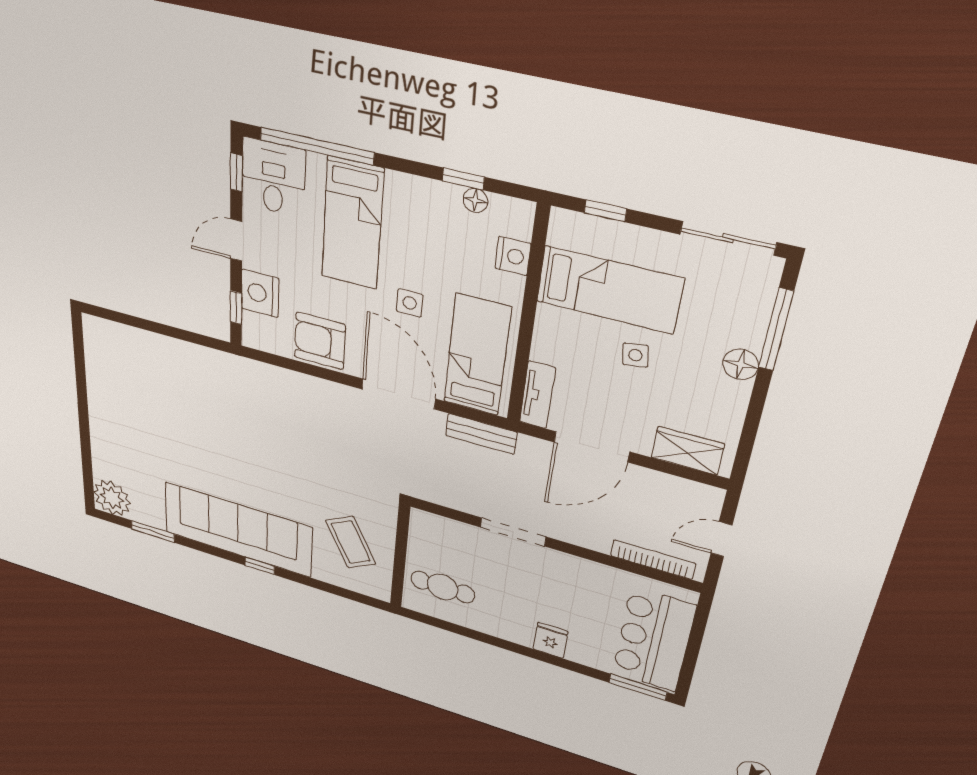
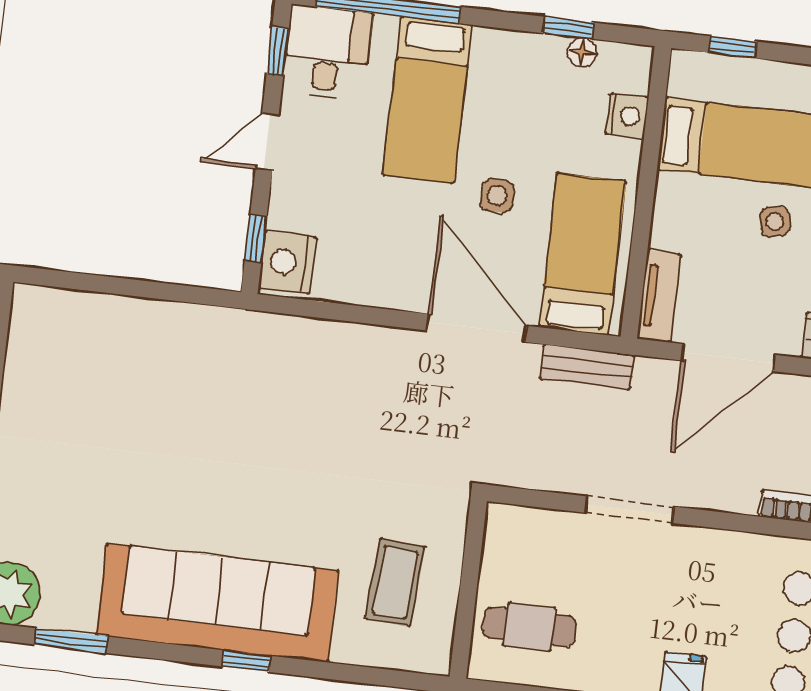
nightstand: (260, 293) -> (287, 262), moved
armchair: (320, 341) -> (372, 269), removed
coffee table: (351, 542) -> (395, 583), turned 32

